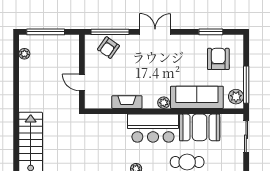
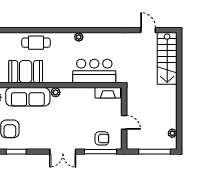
armchair: (108, 48) -> (102, 138), turned 55
door: (82, 82) -> (124, 122), moved
fireplace: (127, 102) -> (108, 93), moved
bar counter: (153, 128) -> (94, 71), moved

